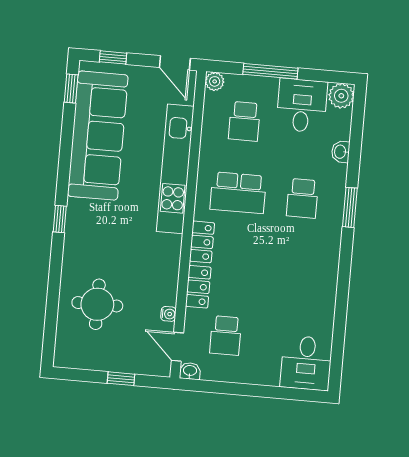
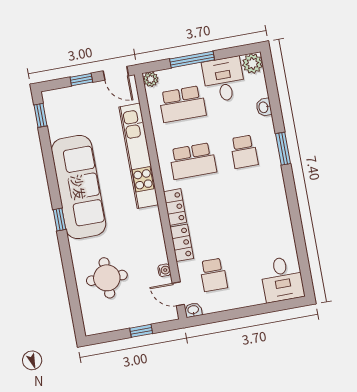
window: (113, 57) -> (81, 80), moved
school desk: (244, 121) -> (182, 104), width x1.85
sofa: (98, 136) -> (79, 187), moved

